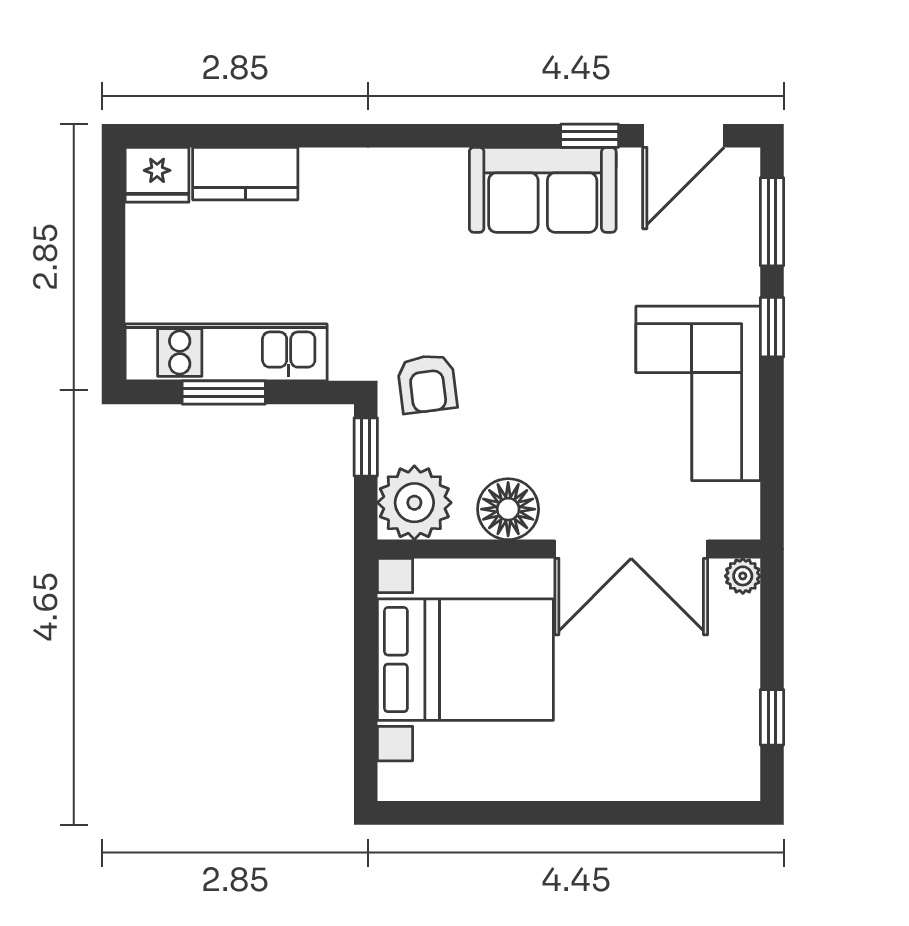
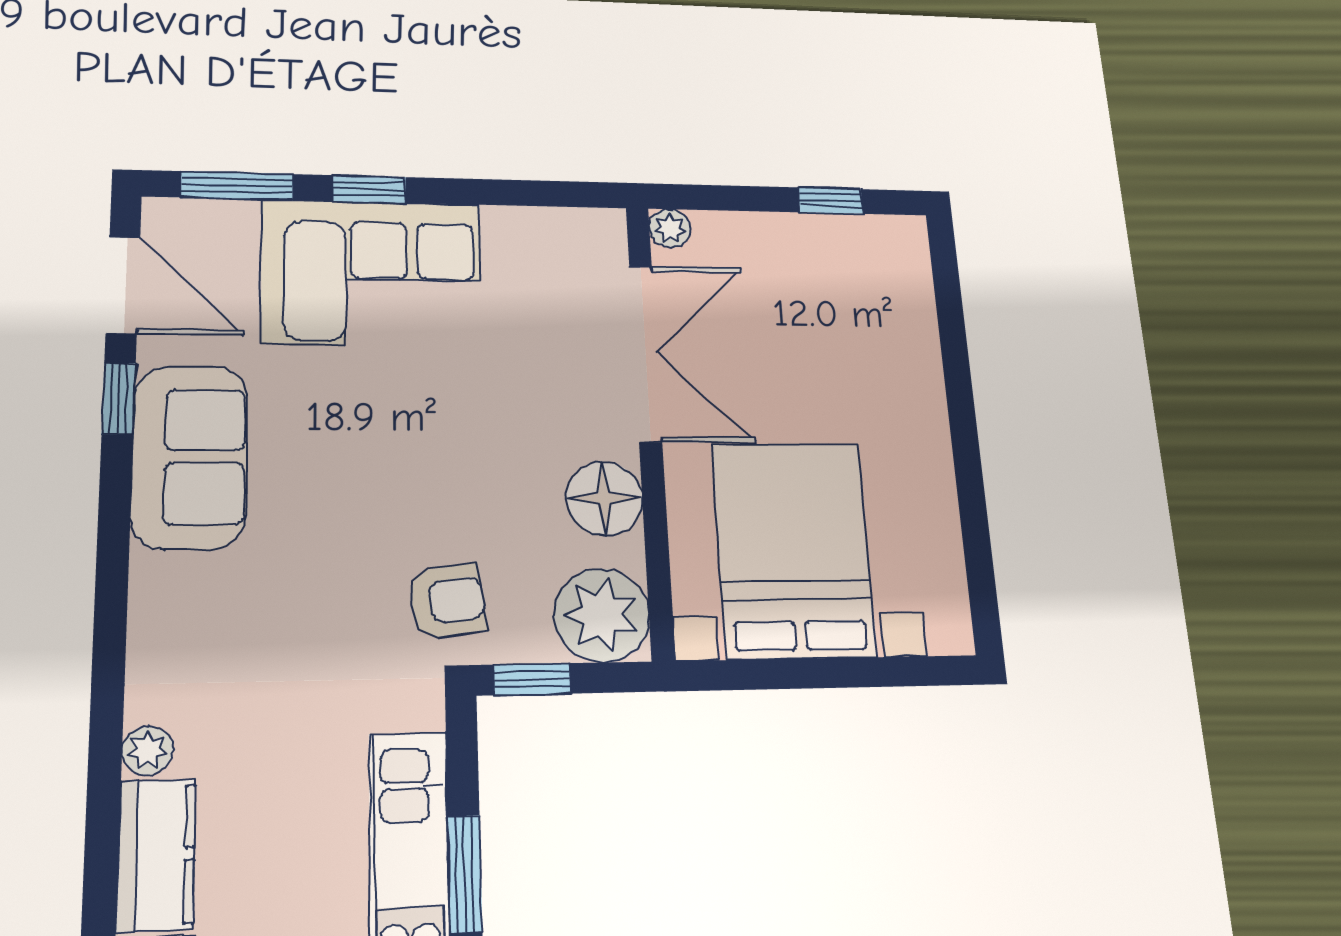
plant: (319, 165) -> (147, 751), added
corner sofa: (698, 393) -> (372, 272), moved

